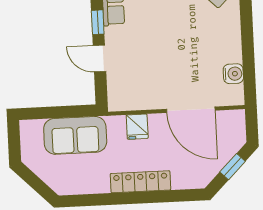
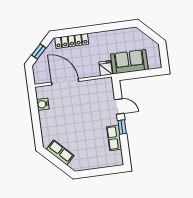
fridge: (137, 127) -> (106, 68), moved
locker: (140, 182) -> (72, 41), moved

